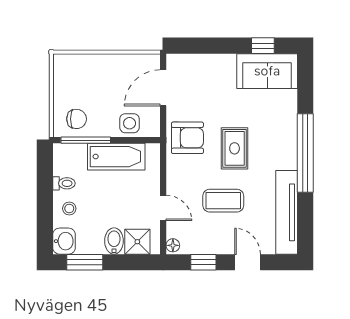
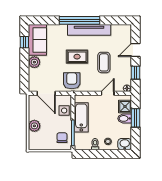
plant: (100, 65) -> (34, 126), added
plant: (224, 65) -> (34, 62), added
tv unit: (287, 212) -> (89, 30), moved
window: (85, 262) -> (135, 118), moved

